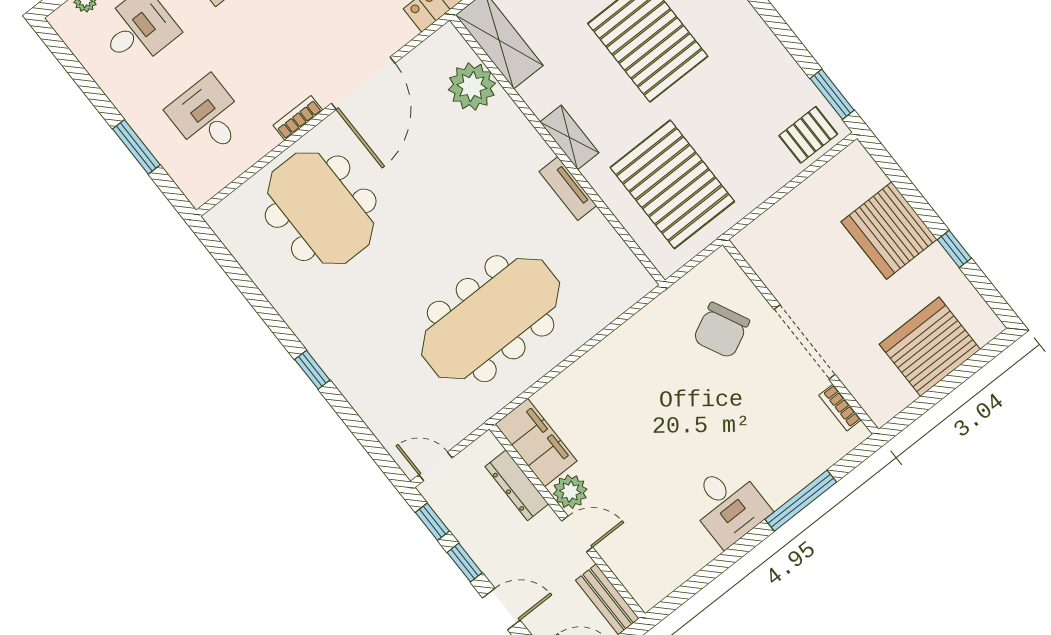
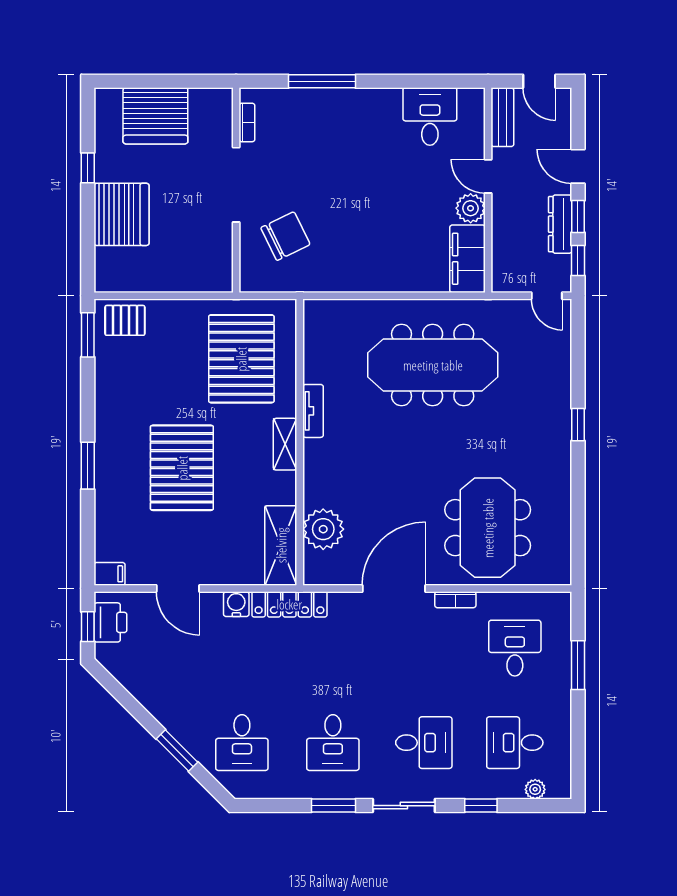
desk: (207, 116) -> (515, 648), turned 180
dresser: (517, 485) -> (560, 224), moved, turned 180
desk: (728, 505) -> (430, 116), moved

